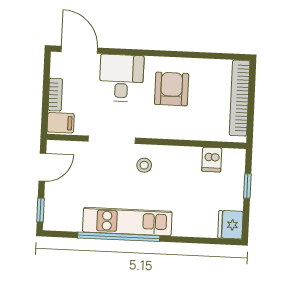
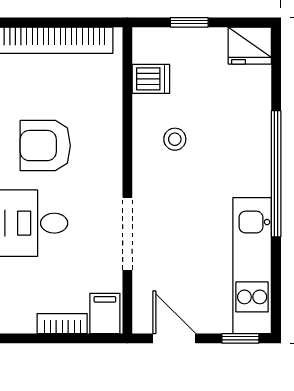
stool: (144, 165) -> (175, 139), moved
kitchen unit: (127, 222) -> (252, 266), moved
window: (119, 237) -> (276, 174), moved

